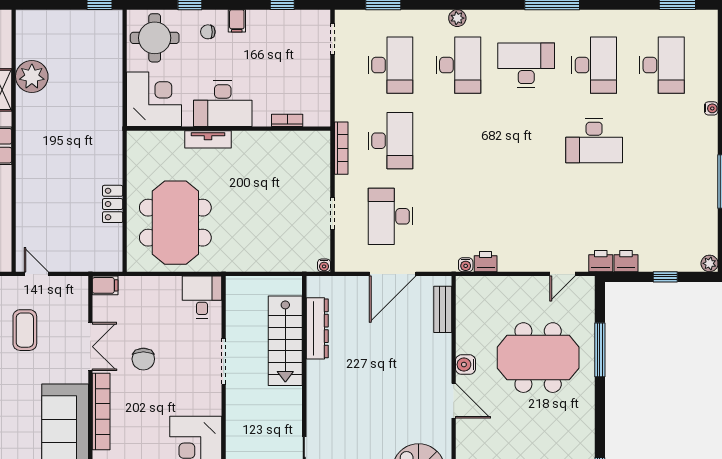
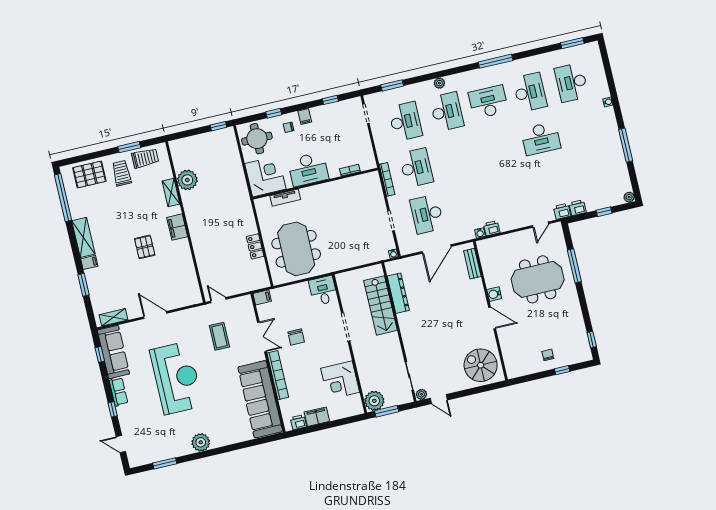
desk: (662, 65) -> (571, 83), turned 180
tv unit: (208, 139) -> (285, 198), moved

